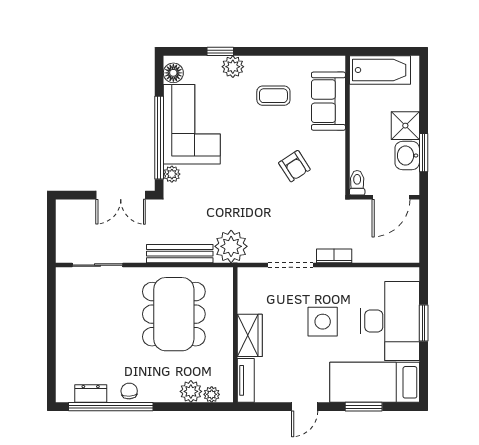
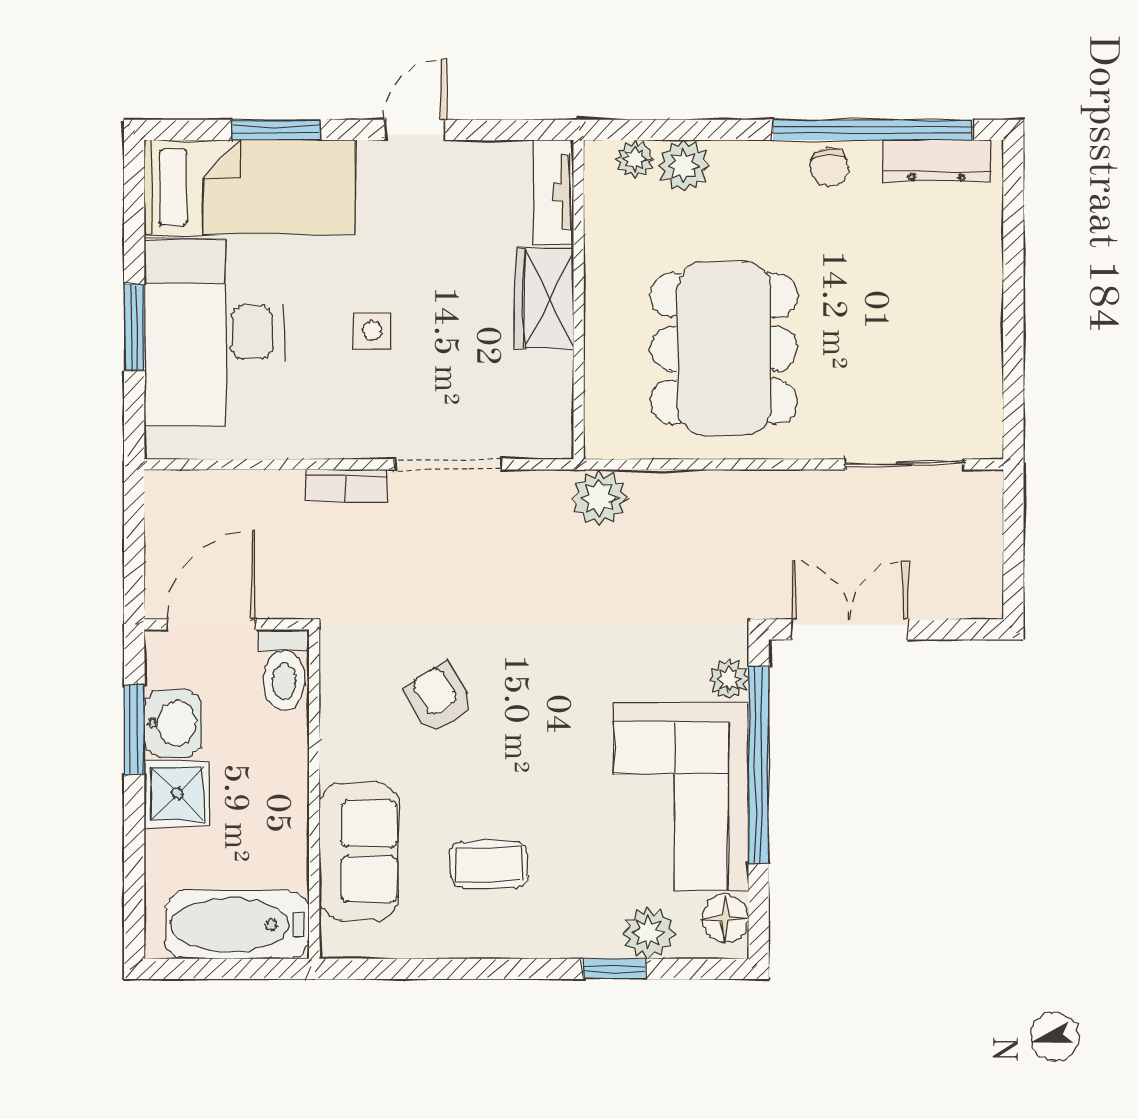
plant: (233, 67) -> (649, 933), moved
toilet: (357, 183) -> (284, 670), width x1.37, depth x1.39
plant: (231, 246) -> (599, 498), width x0.73, depth x0.73
bench: (180, 254) -> (710, 491), removed
side table: (323, 322) -> (372, 331), width x0.54, depth x0.54
dresser: (91, 394) -> (937, 161), width x1.44

